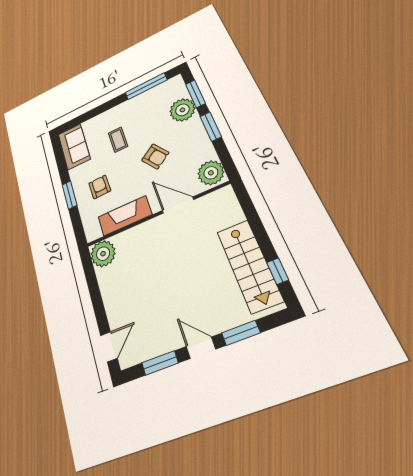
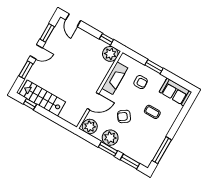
plant: (182, 110) -> (110, 138), moved
window: (91, 278) -> (106, 39), added

